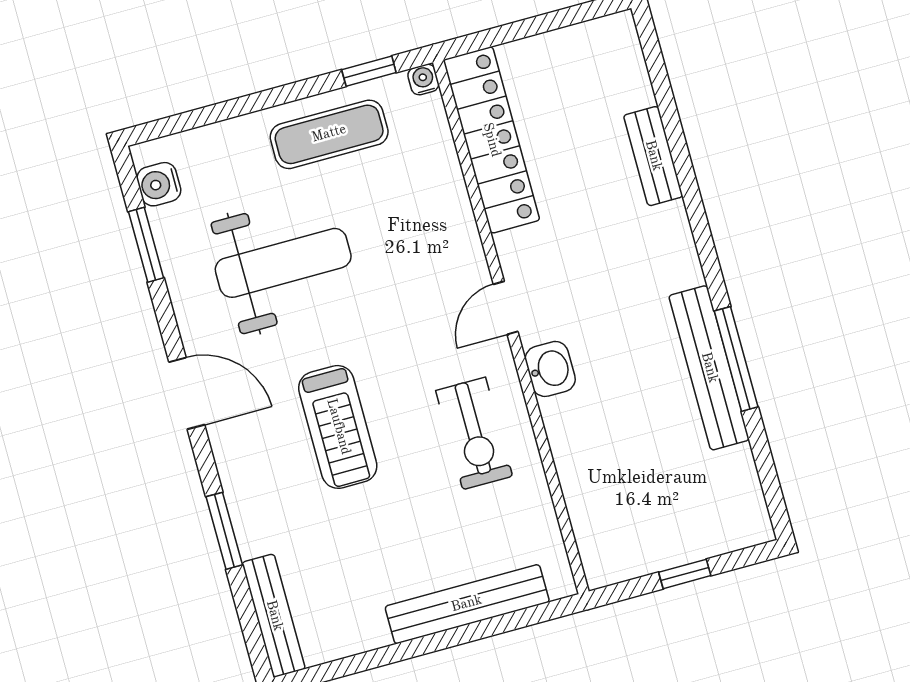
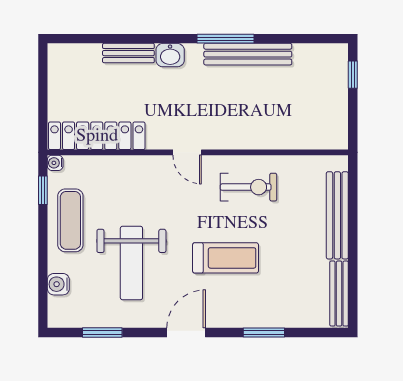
water cooler: (159, 184) -> (58, 284), moved, turned 90
weight bench: (283, 263) -> (131, 263), turned 180
window: (736, 359) -> (225, 39), moved
washbasin: (550, 369) -> (170, 55), moved, turned 180
window: (685, 574) -> (353, 75), moved
bench: (274, 616) -> (339, 294), moved, turned 90

